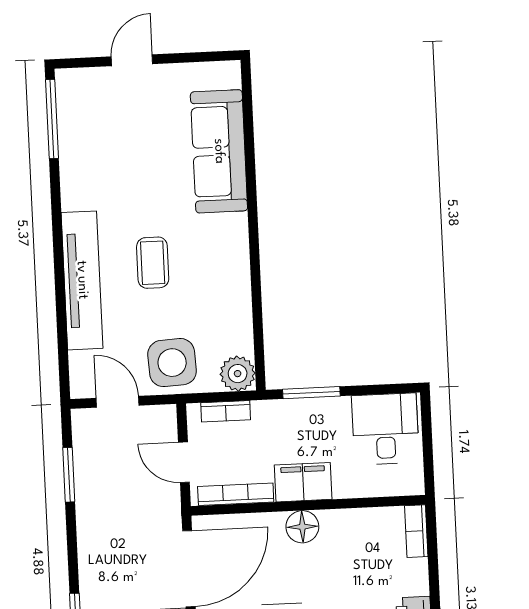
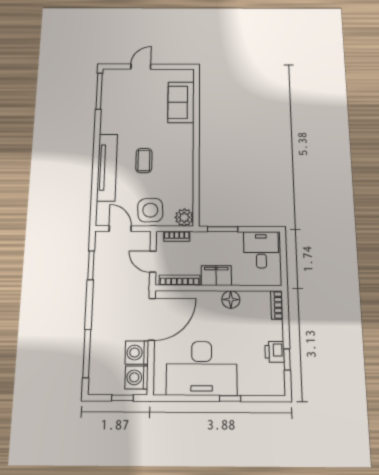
sofa: (219, 151) -> (181, 102), width x0.73
floor lamp: (302, 527) -> (231, 300), moved

